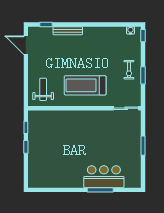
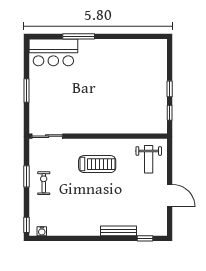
door: (26, 45) -> (170, 196), moved
treadmill: (85, 85) -> (97, 164), width x0.73, depth x0.73
bar counter: (104, 177) -> (53, 52), moved

